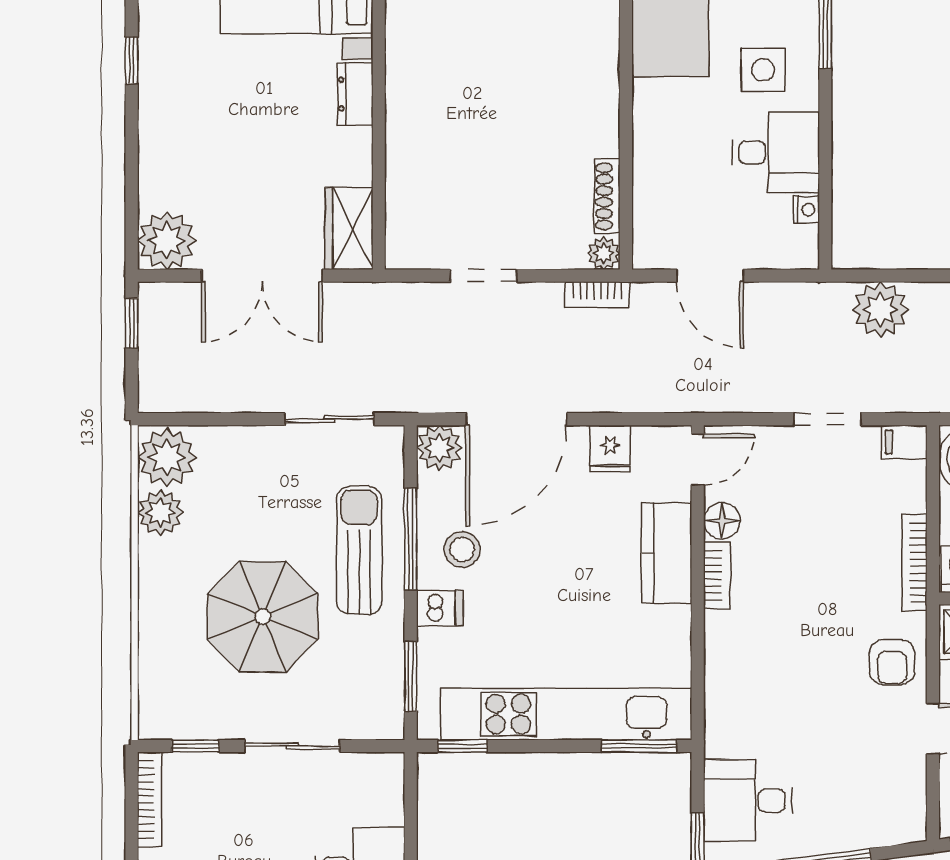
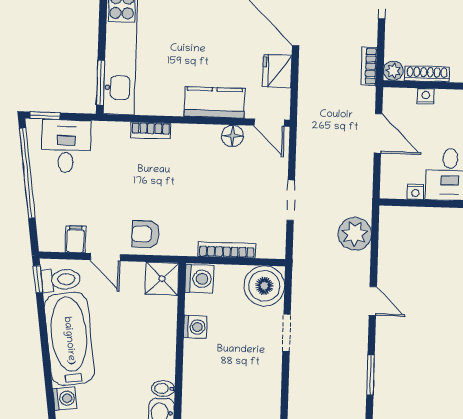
nightstand: (645, 197) -> (426, 96), added
door: (710, 276) -> (378, 133), swing flipped
filing cabinet: (904, 442) -> (75, 239), moved
fridge: (610, 449) -> (277, 71), width x1.38
bookcase: (914, 563) -> (227, 250), moved
bookcase: (717, 575) -> (151, 130), moved

